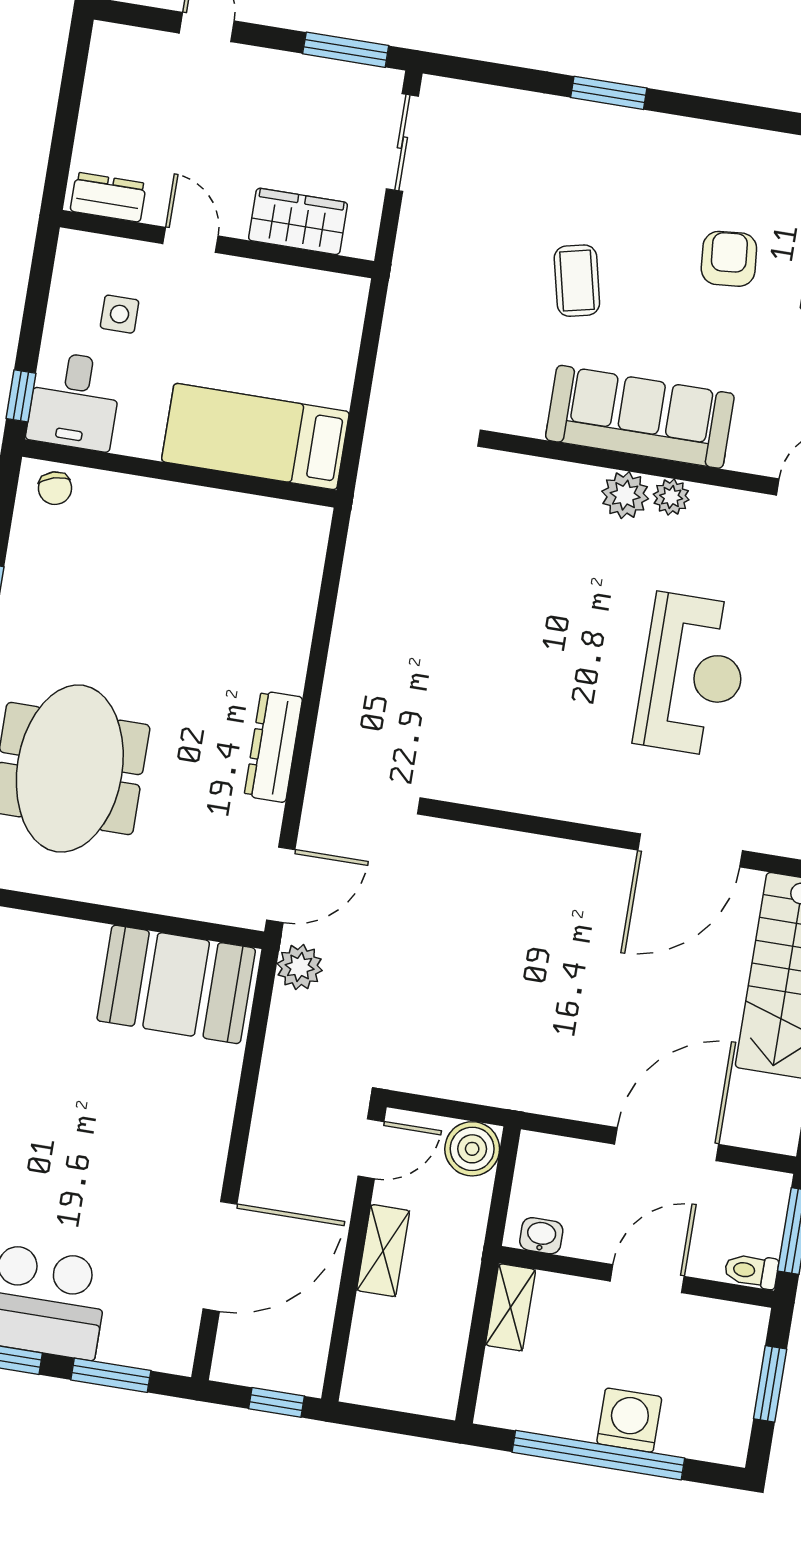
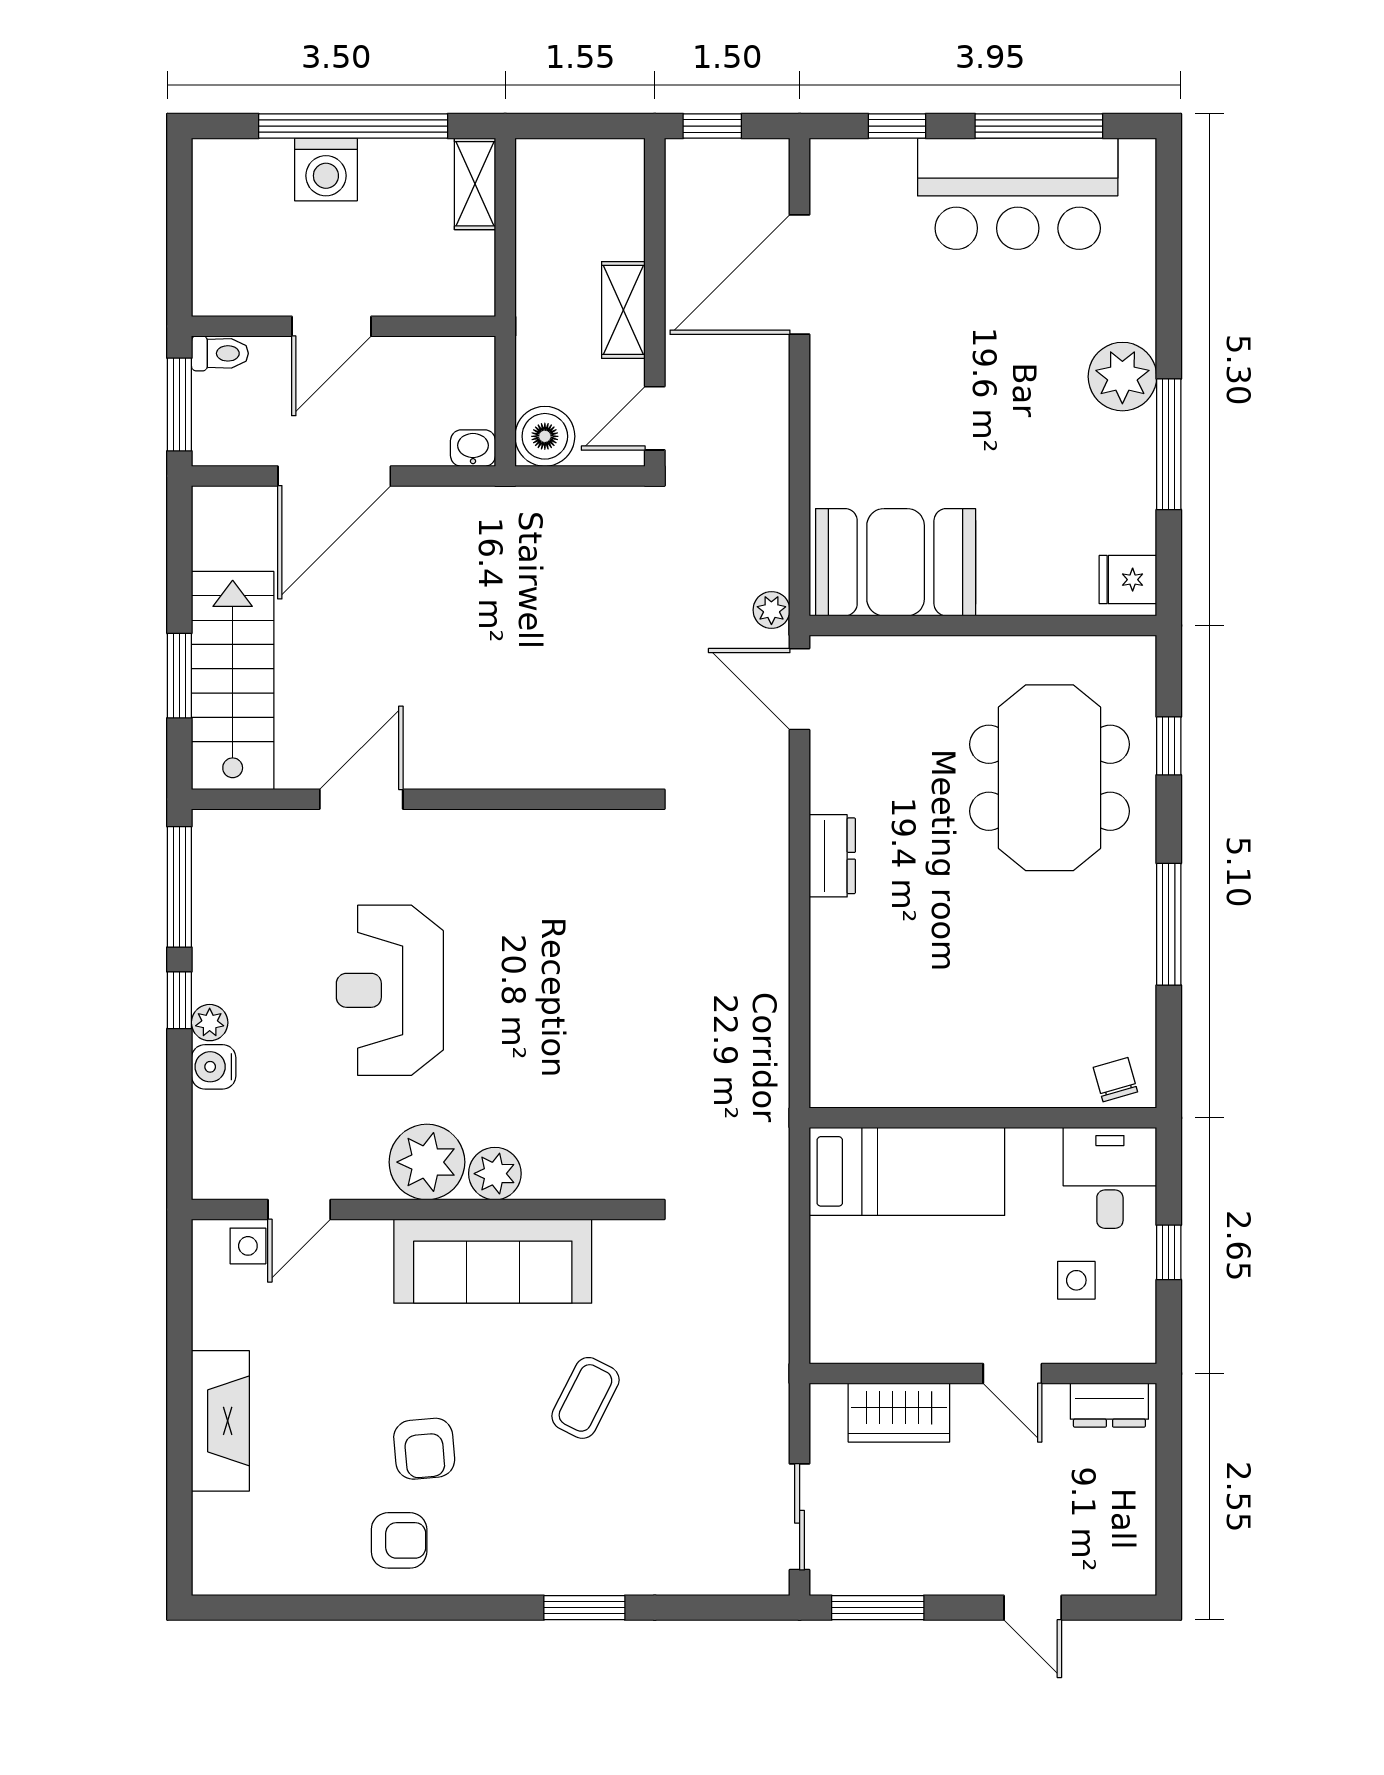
armchair: (765, 180) -> (399, 1540), added
coffee table: (577, 281) -> (585, 1398), turned 40
window: (21, 396) -> (1169, 1252), moved
plant: (671, 497) -> (427, 1162), width x1.88, depth x1.88
dresser: (273, 747) -> (832, 856), width x0.70
door: (690, 850) -> (361, 799), width x0.73
door: (281, 885) -> (800, 689), hinge flipped
plant: (300, 967) -> (771, 610), width x0.73, depth x0.73
washbasin: (541, 1236) -> (473, 448), moved, turned 180
shelving: (511, 1307) -> (475, 184), moved
window: (111, 1375) -> (897, 126), width x0.67
window: (770, 1384) -> (179, 234), removed

